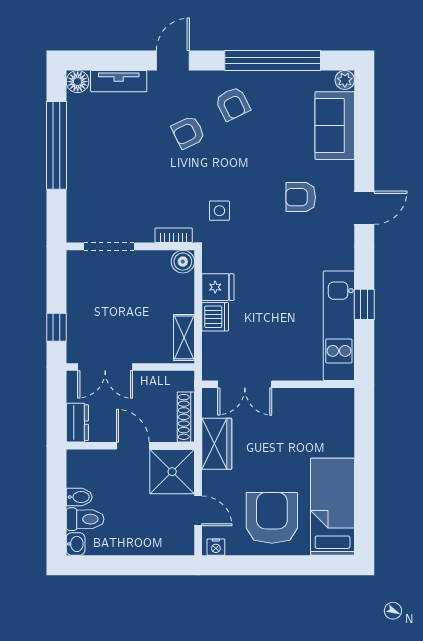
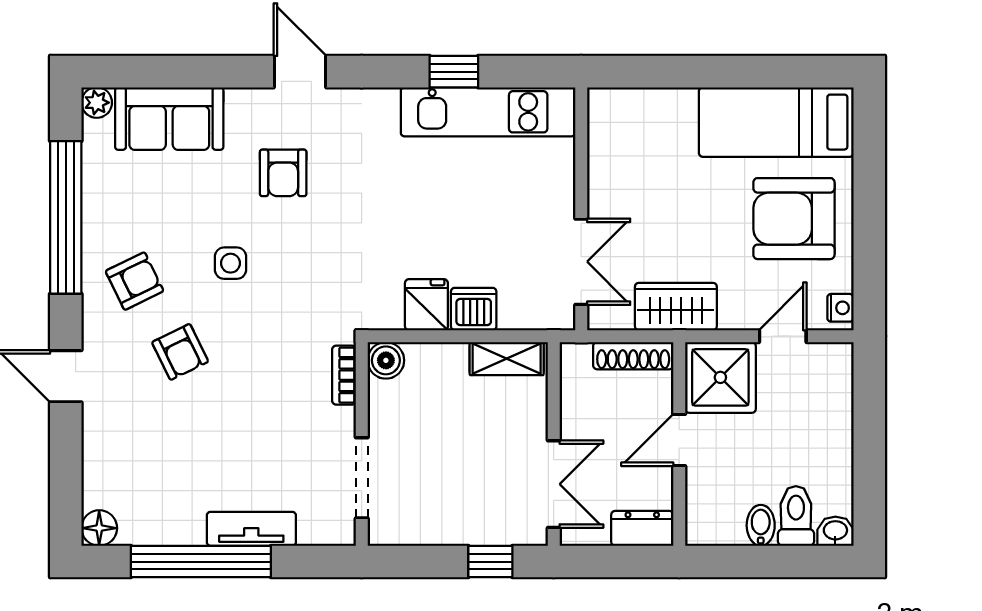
tv unit: (119, 81) -> (251, 529), moved, turned -90
side table: (219, 211) -> (230, 263), moved

